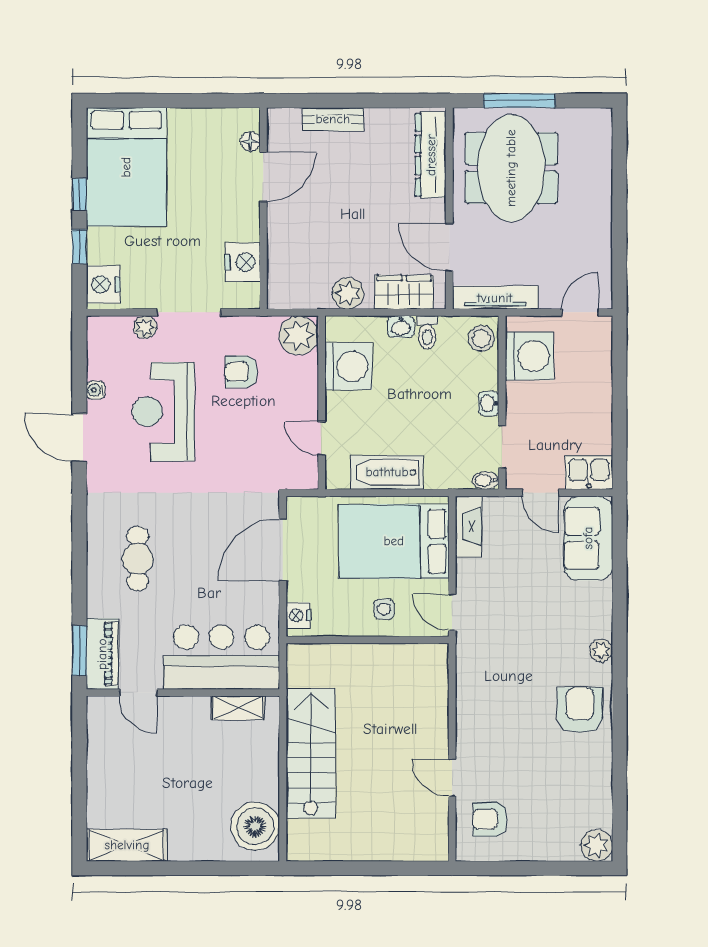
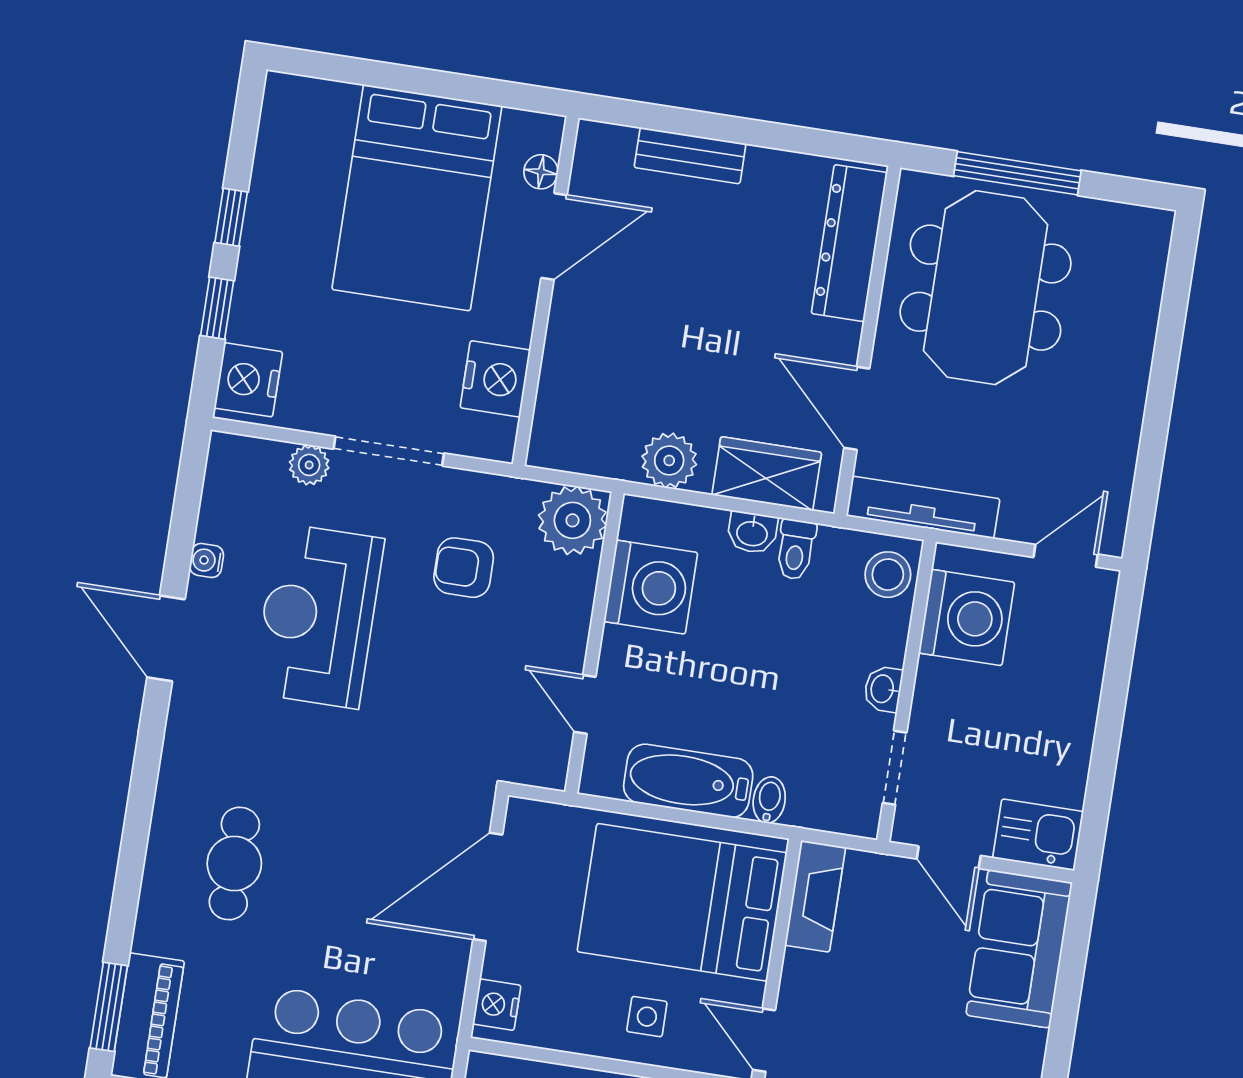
bed: (126, 167) -> (417, 198), moved
bidet: (485, 480) -> (769, 800), moved, turned 90

